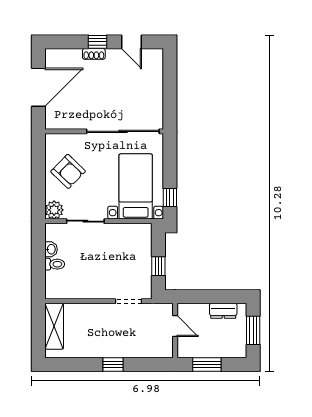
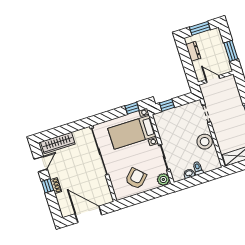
wardrobe: (154, 76) -> (58, 143), added
window: (158, 266) -> (167, 105), moved
stool: (89, 286) -> (205, 142), added
door: (175, 326) -> (213, 79), hinge flipped

